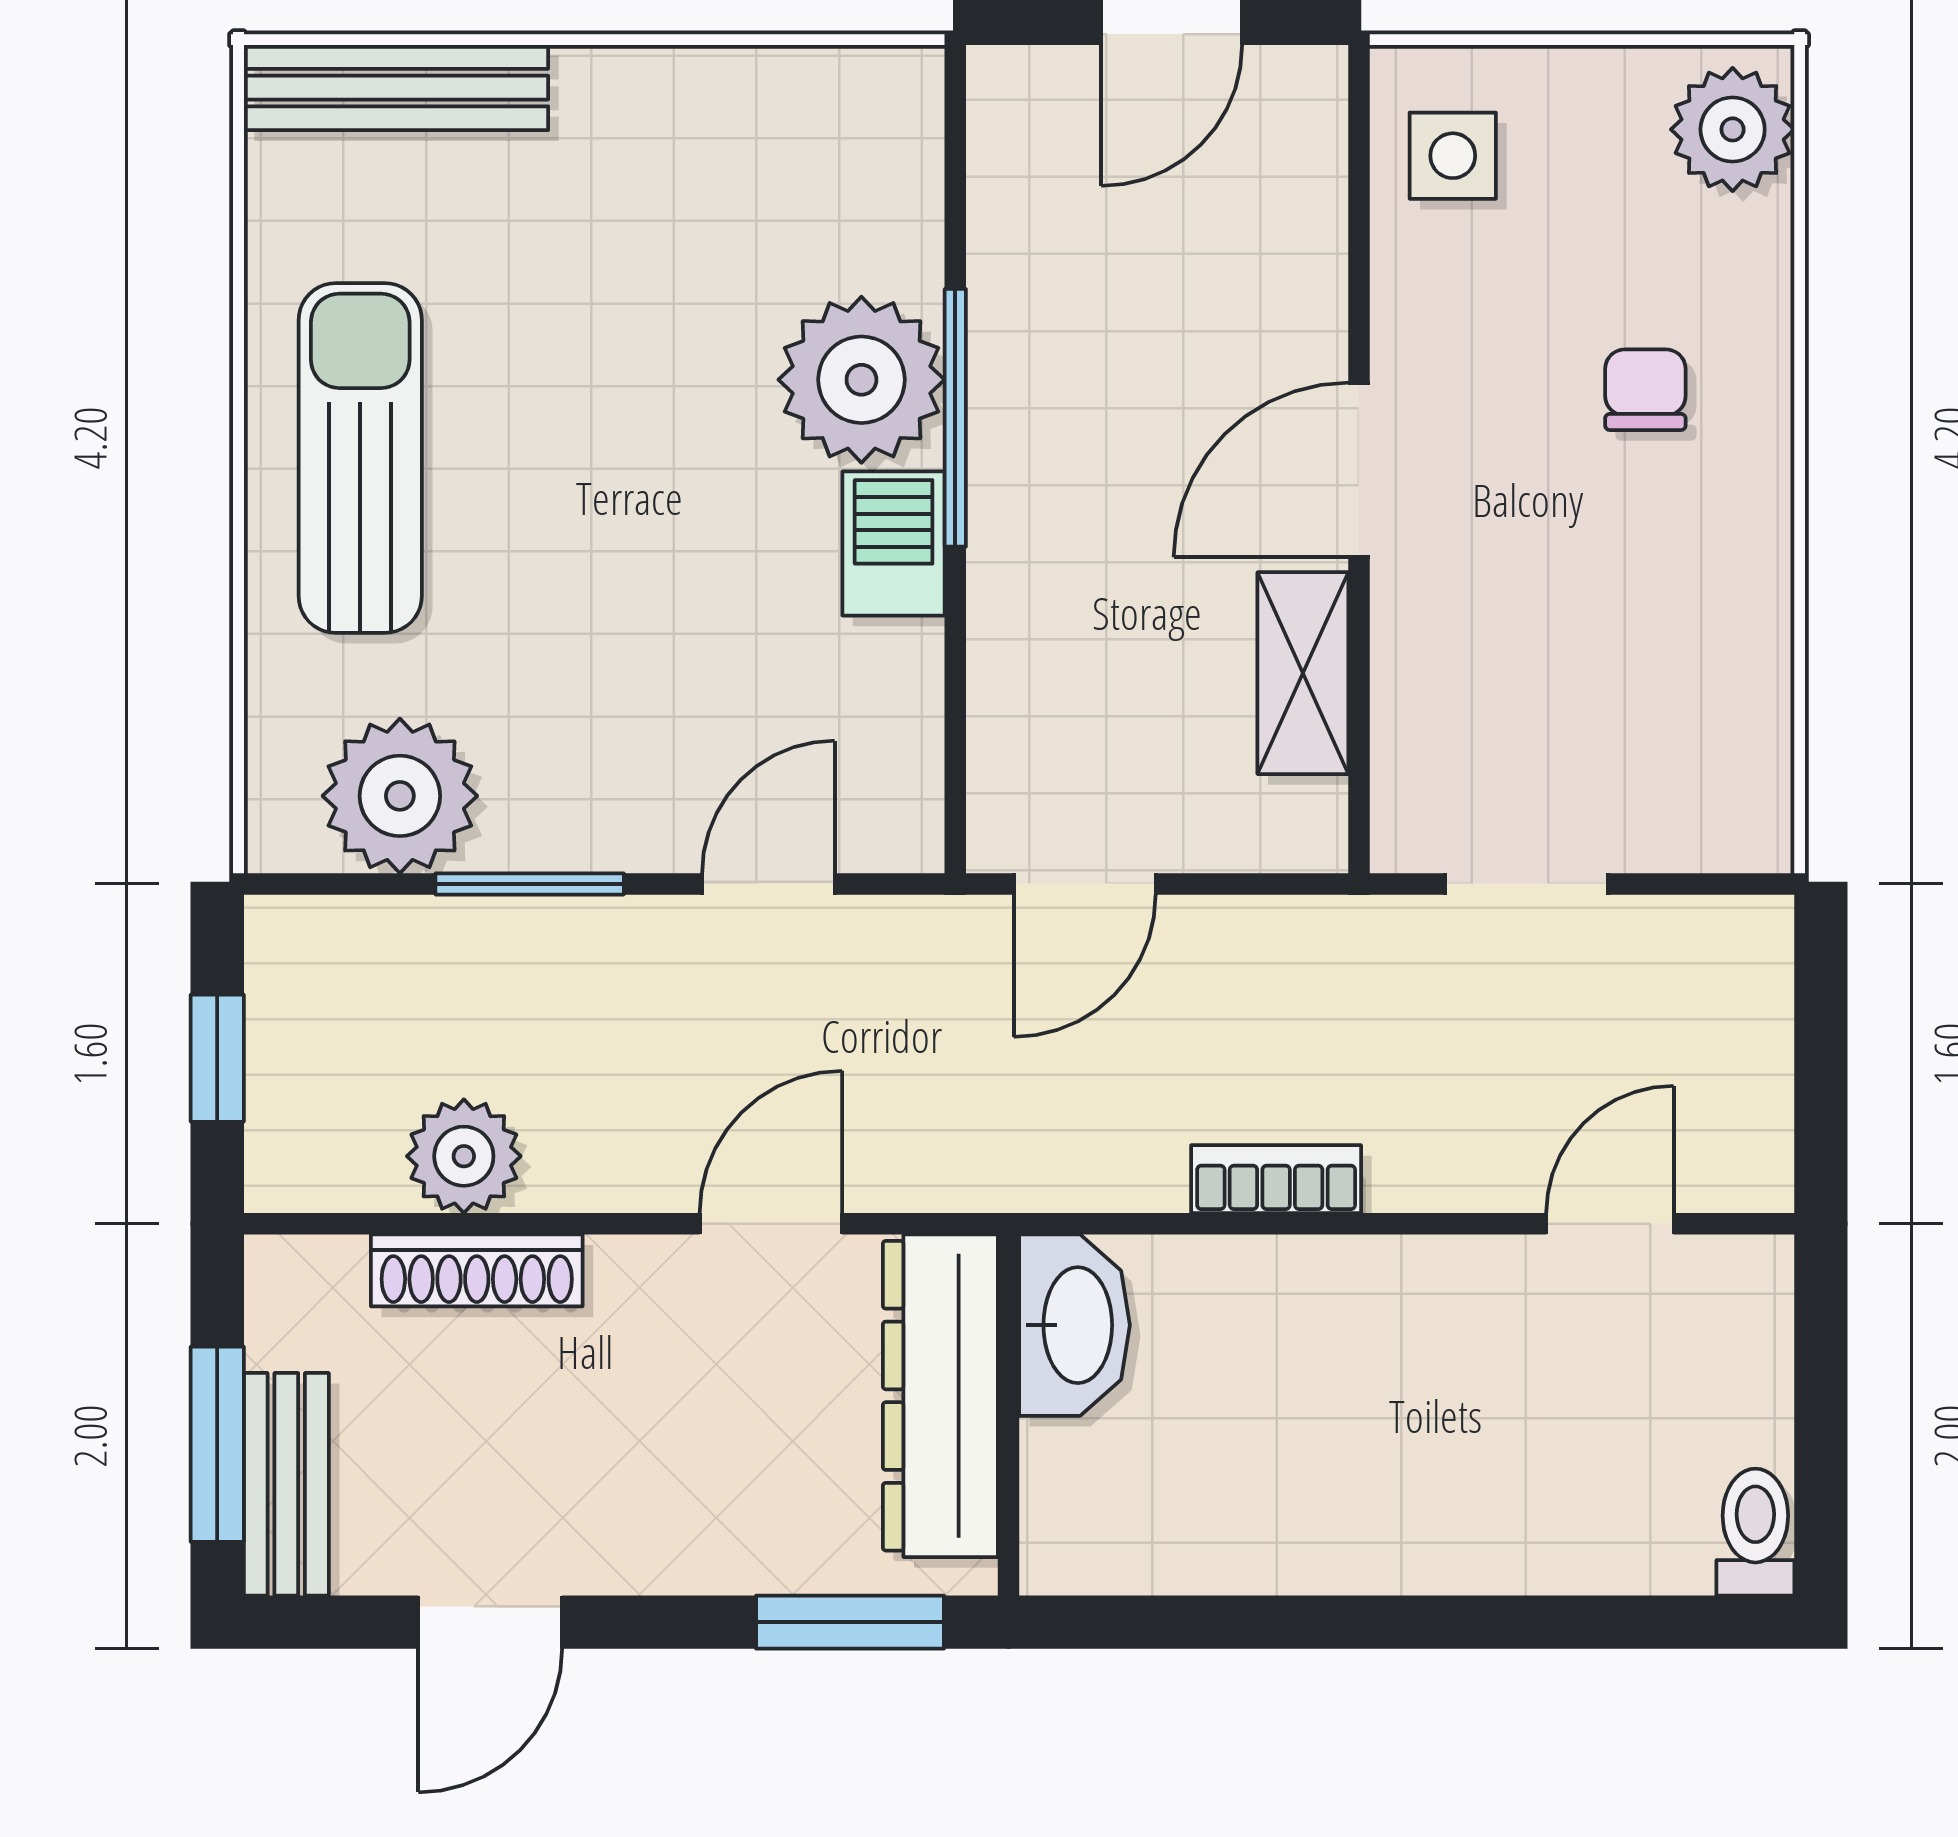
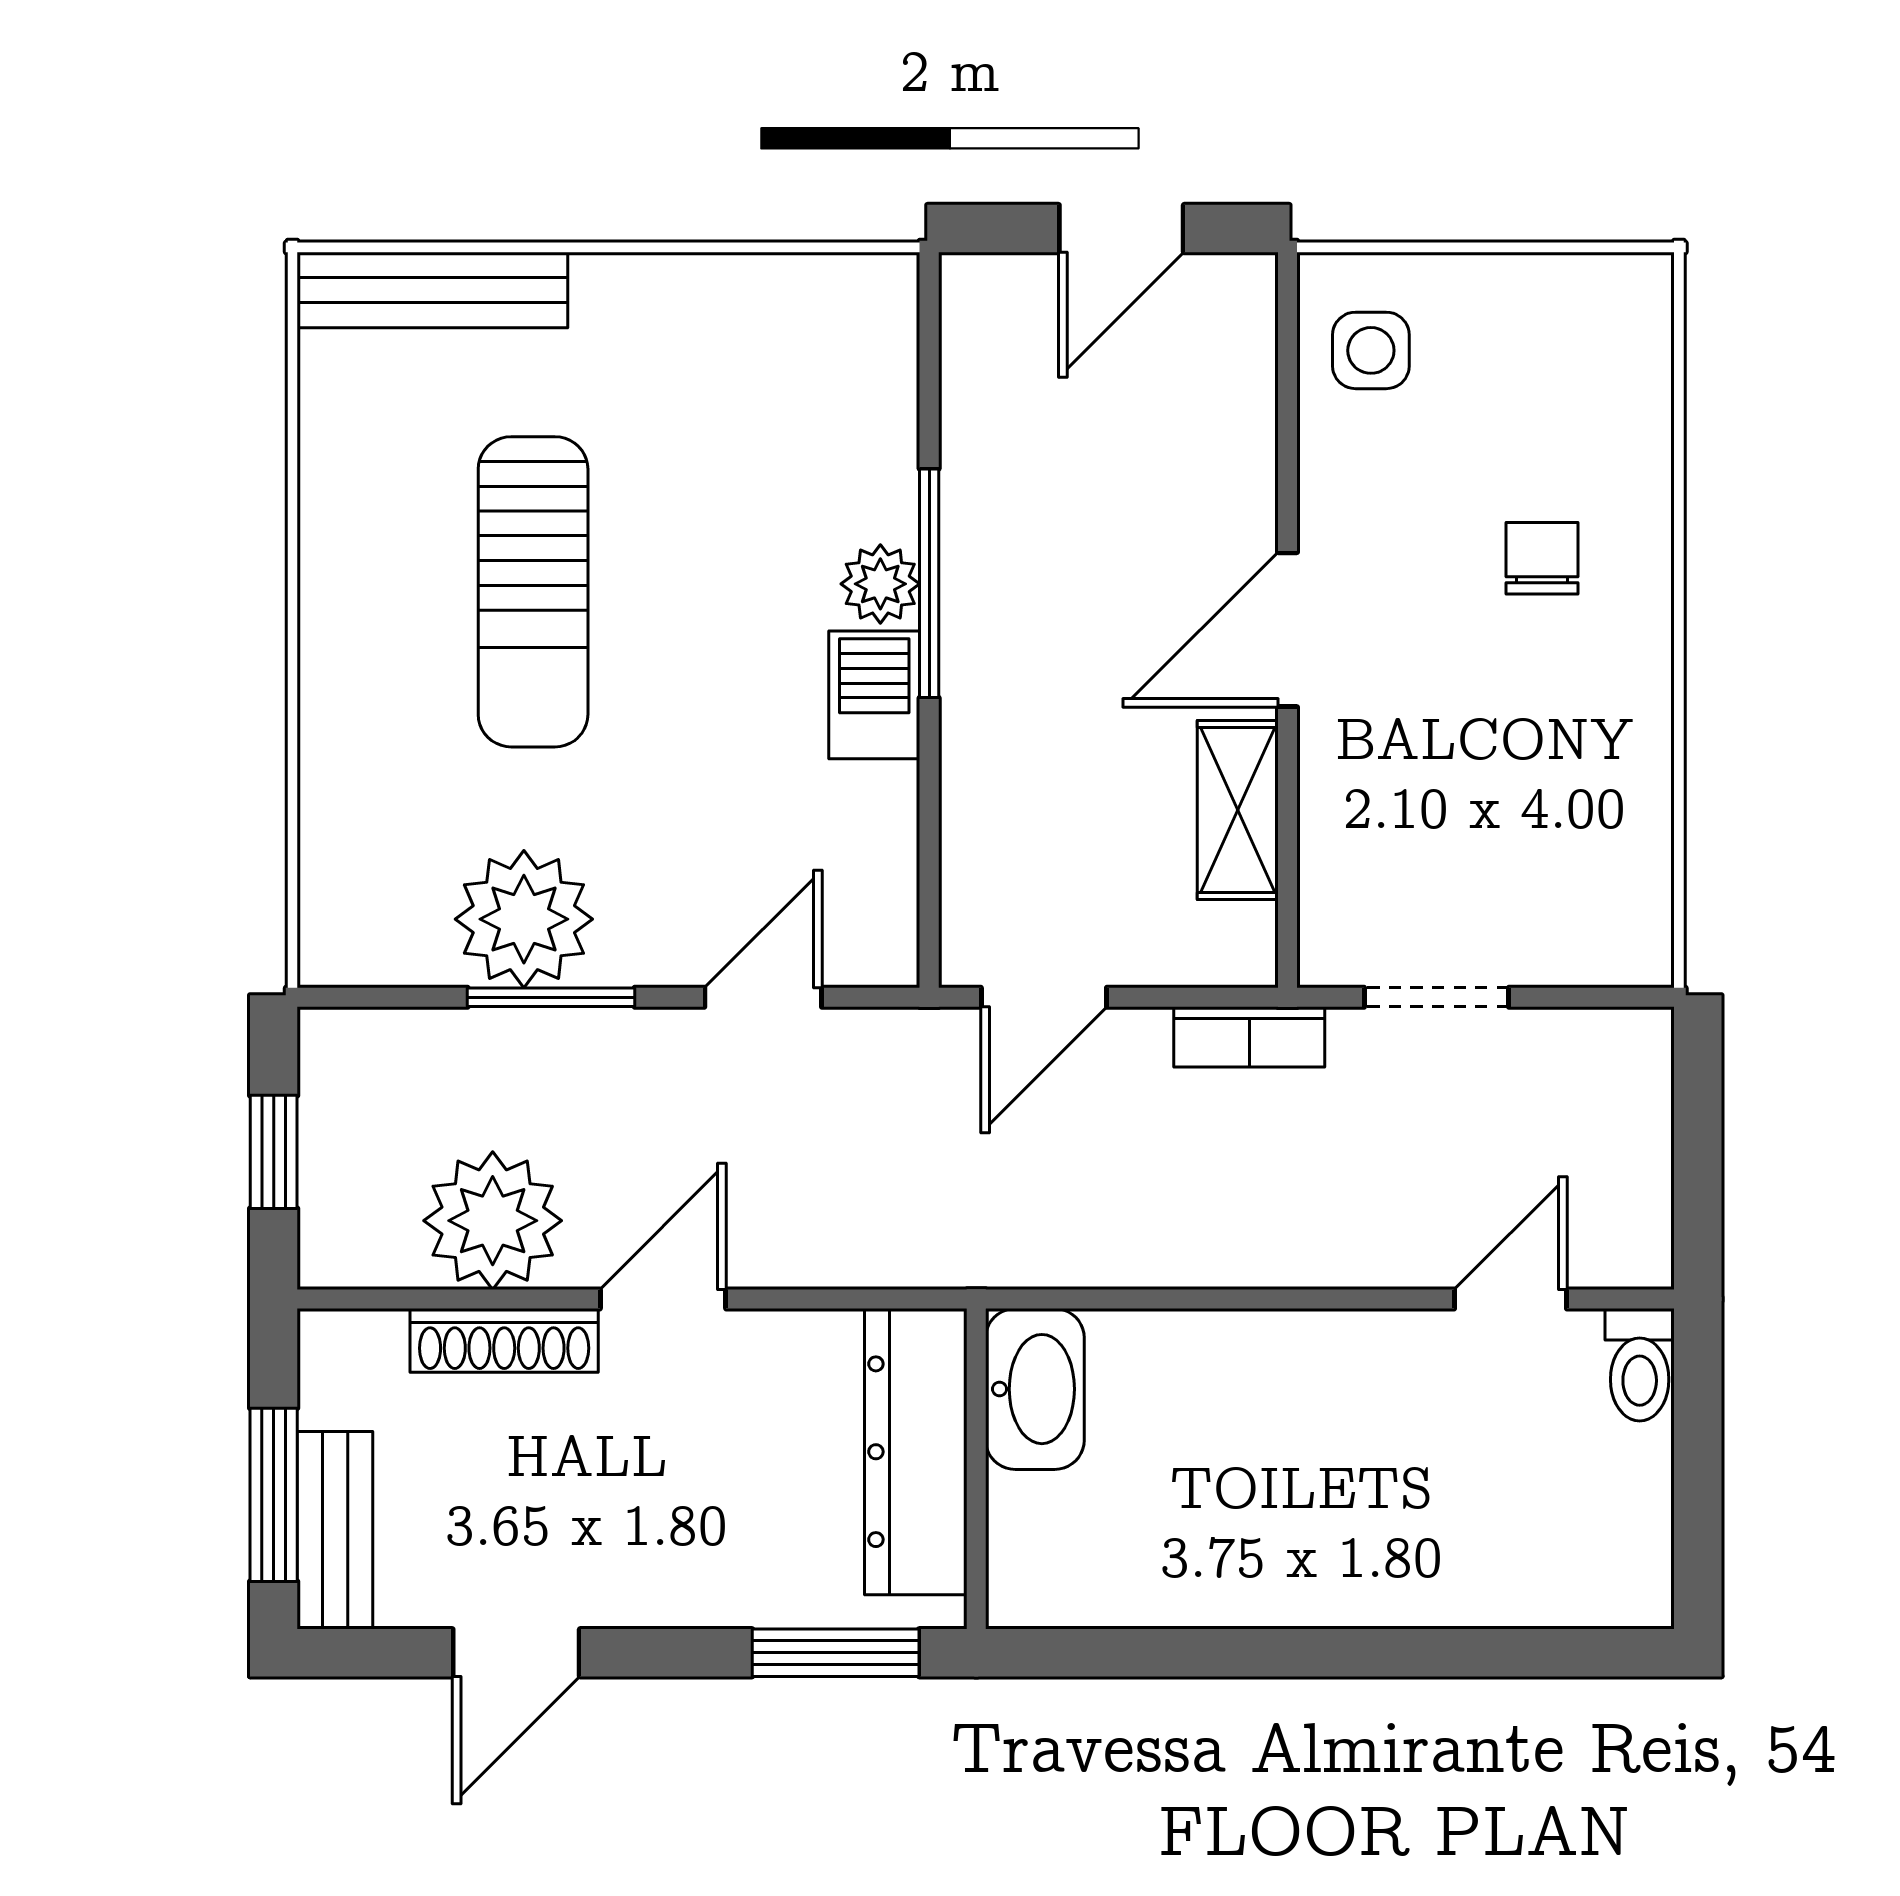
plant: (1733, 129) -> (1619, 327), removed
plant: (861, 380) -> (880, 584), width x0.53, depth x0.53
sun lounger: (360, 458) -> (533, 592), moved, turned 180
plant: (400, 796) -> (524, 919), moved
plant: (464, 1156) -> (493, 1221), width x1.36, depth x1.36
bookcase: (1276, 1179) -> (1249, 1037), moved, turned 180
door: (771, 1224) -> (663, 1299), moved
toilet: (1755, 1532) -> (1640, 1365), moved, turned 180

